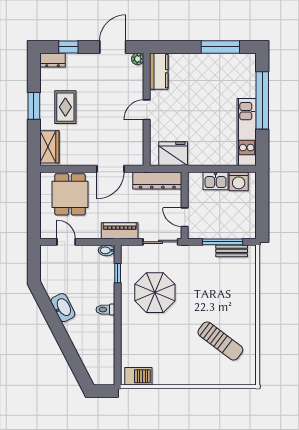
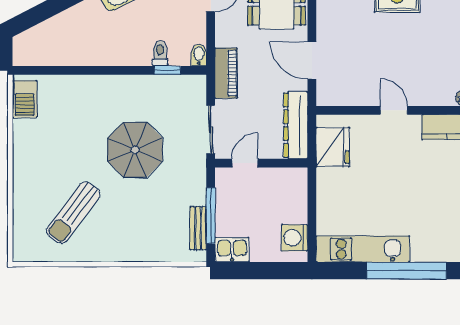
kitchen sink: (216, 181) -> (232, 250), moved, turned 90
parasol: (155, 293) -> (135, 150), moved
toilet: (105, 310) -> (160, 53), moved

